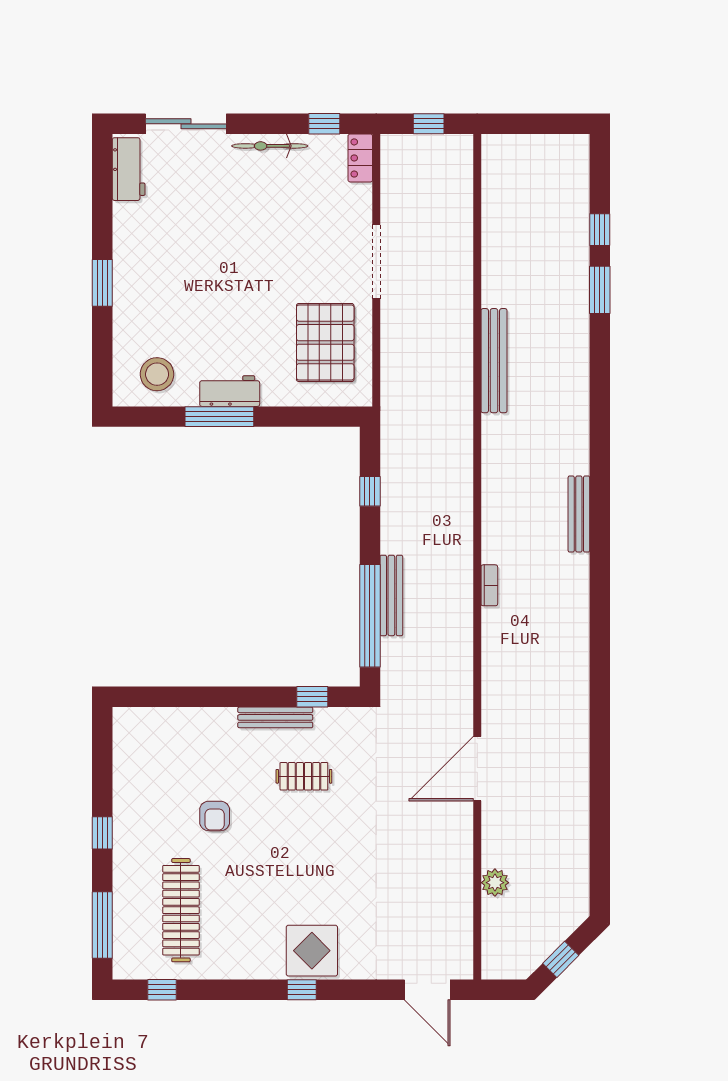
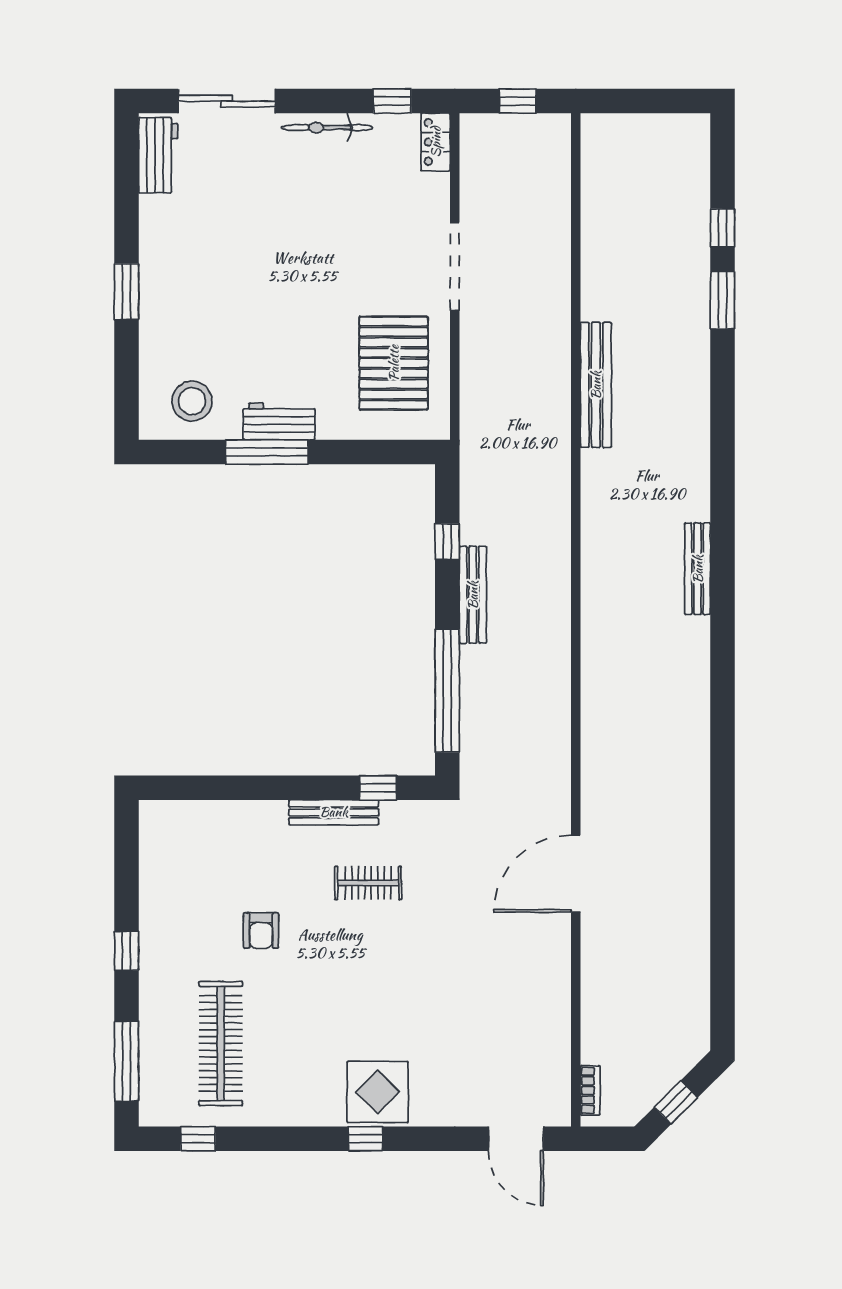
bookcase: (489, 585) -> (590, 1090), moved
bench: (391, 595) -> (473, 595), moved
plant: (495, 883) -> (597, 1010), removed

